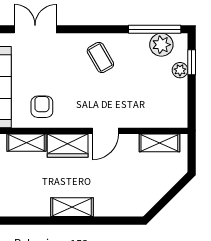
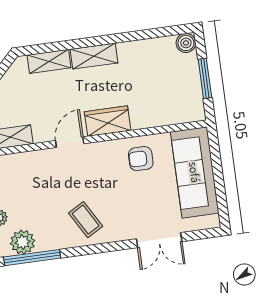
armchair: (42, 107) -> (141, 159), turned 90
shelving: (26, 143) -> (49, 61), moved

